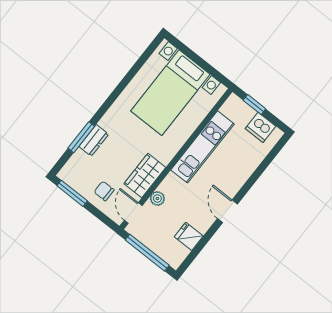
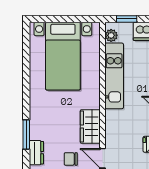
dresser: (94, 140) -> (36, 153), moved
plant: (157, 199) -> (111, 35), moved

